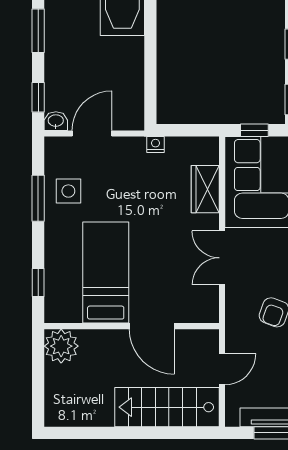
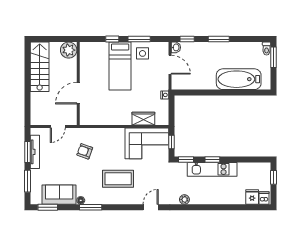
double door: (222, 258) -> (111, 127), removed
bed: (106, 273) -> (120, 66), moved, turned 90
window: (38, 283) -> (112, 39), moved
door: (222, 369) -> (58, 127), hinge flipped
stairs: (167, 407) -> (40, 67), moved

